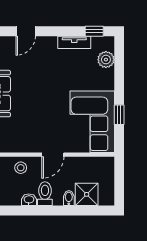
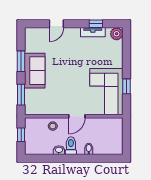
window: (94, 31) -> (96, 24), moved
plant: (106, 60) -> (117, 34), moved
shower: (87, 194) -> (102, 146), removed

